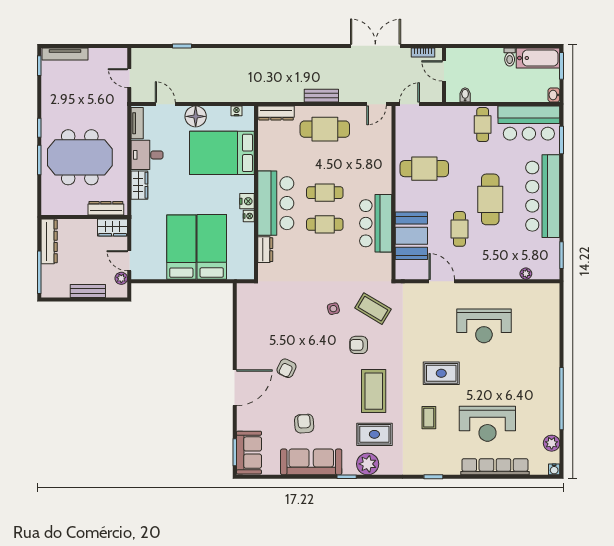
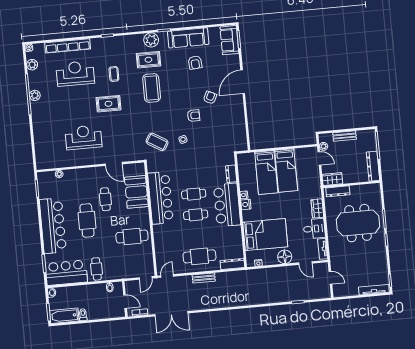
bar counter: (376, 223) -> (160, 198), width x1.36
armchair: (359, 345) -> (194, 116), moved
plant: (552, 396) -> (35, 95), added

